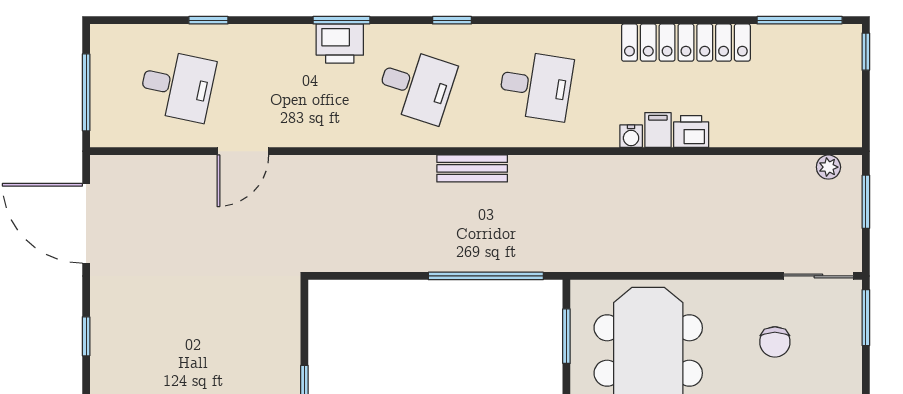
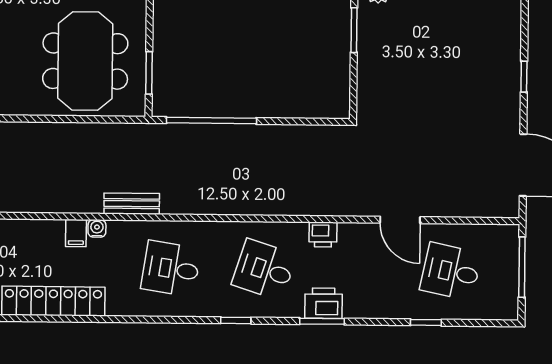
printer: (691, 131) -> (323, 234), moved
door: (243, 151) -> (400, 220), swing flipped
bench: (472, 168) -> (132, 204), moved

